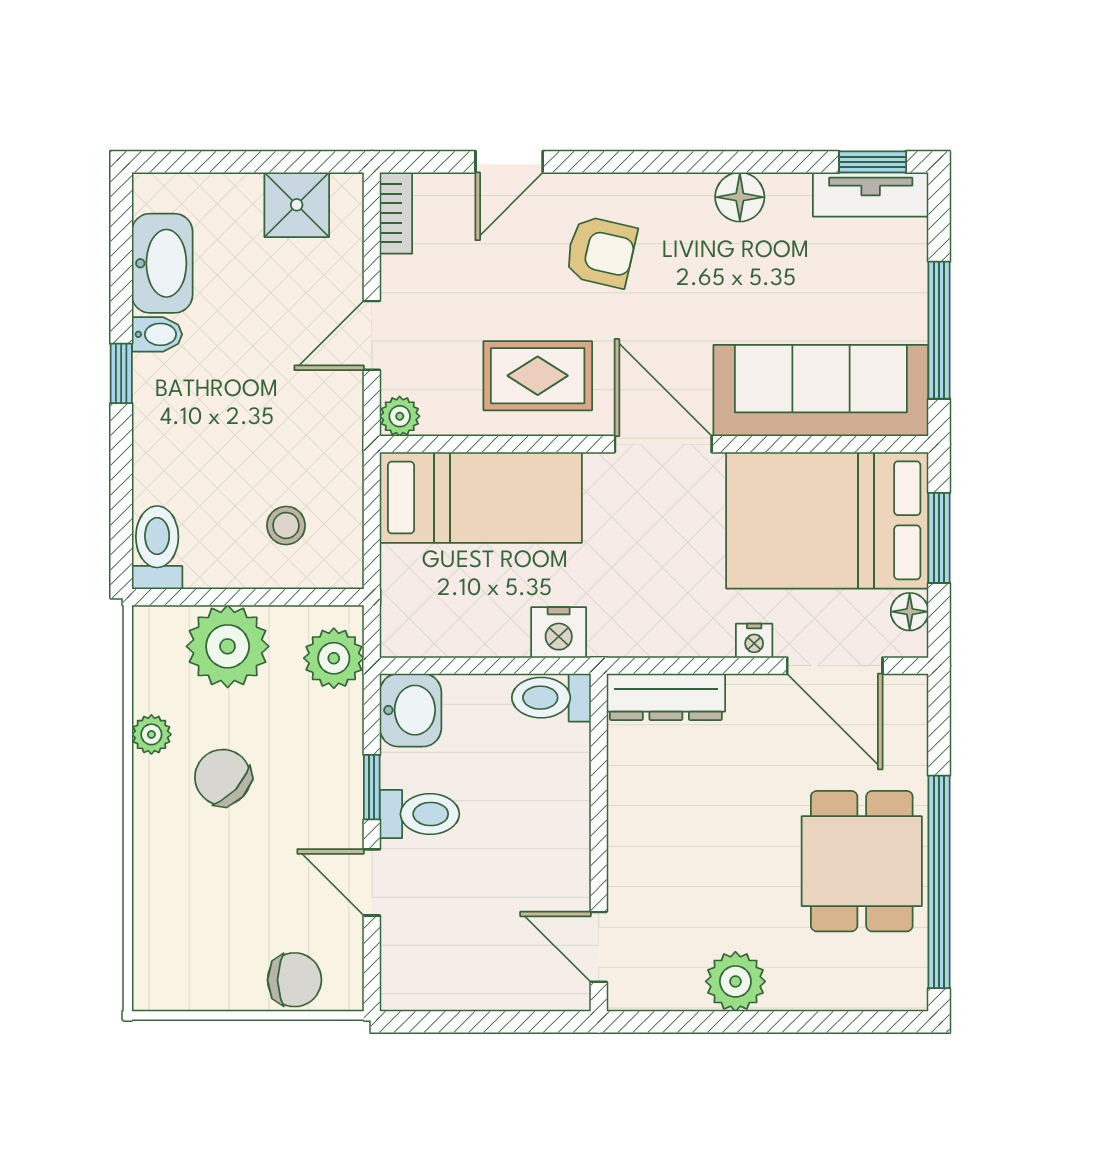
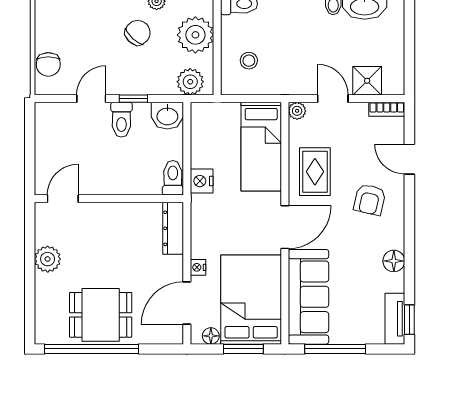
shower: (297, 205) -> (367, 81), moved

